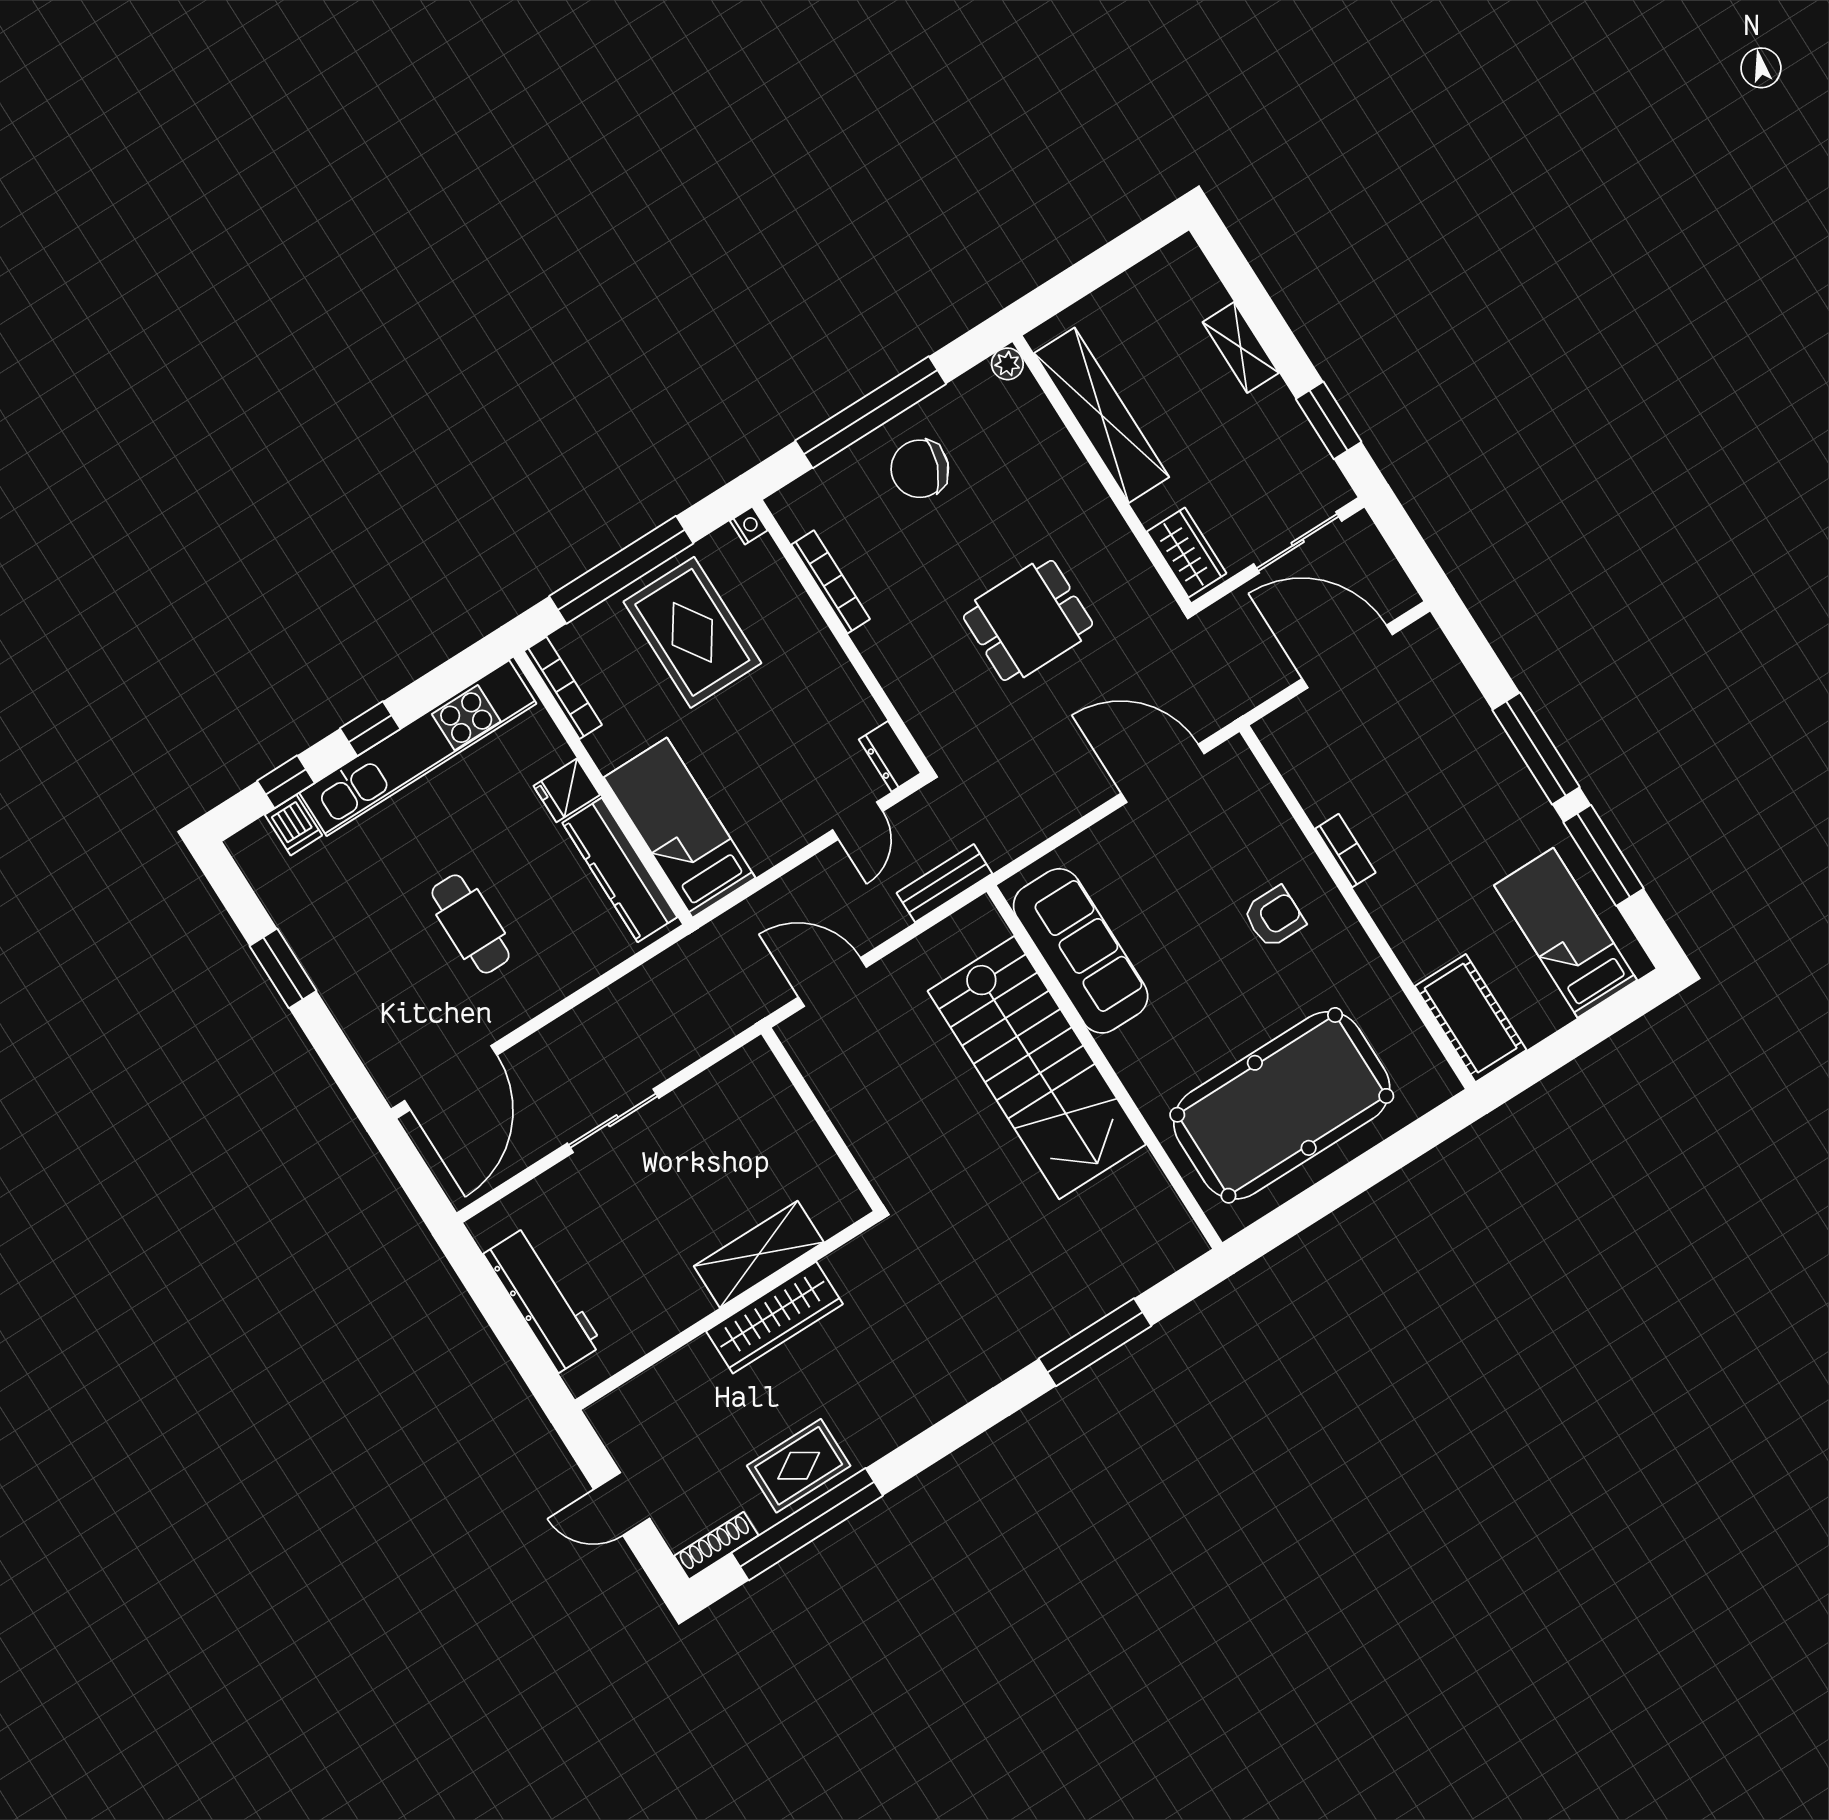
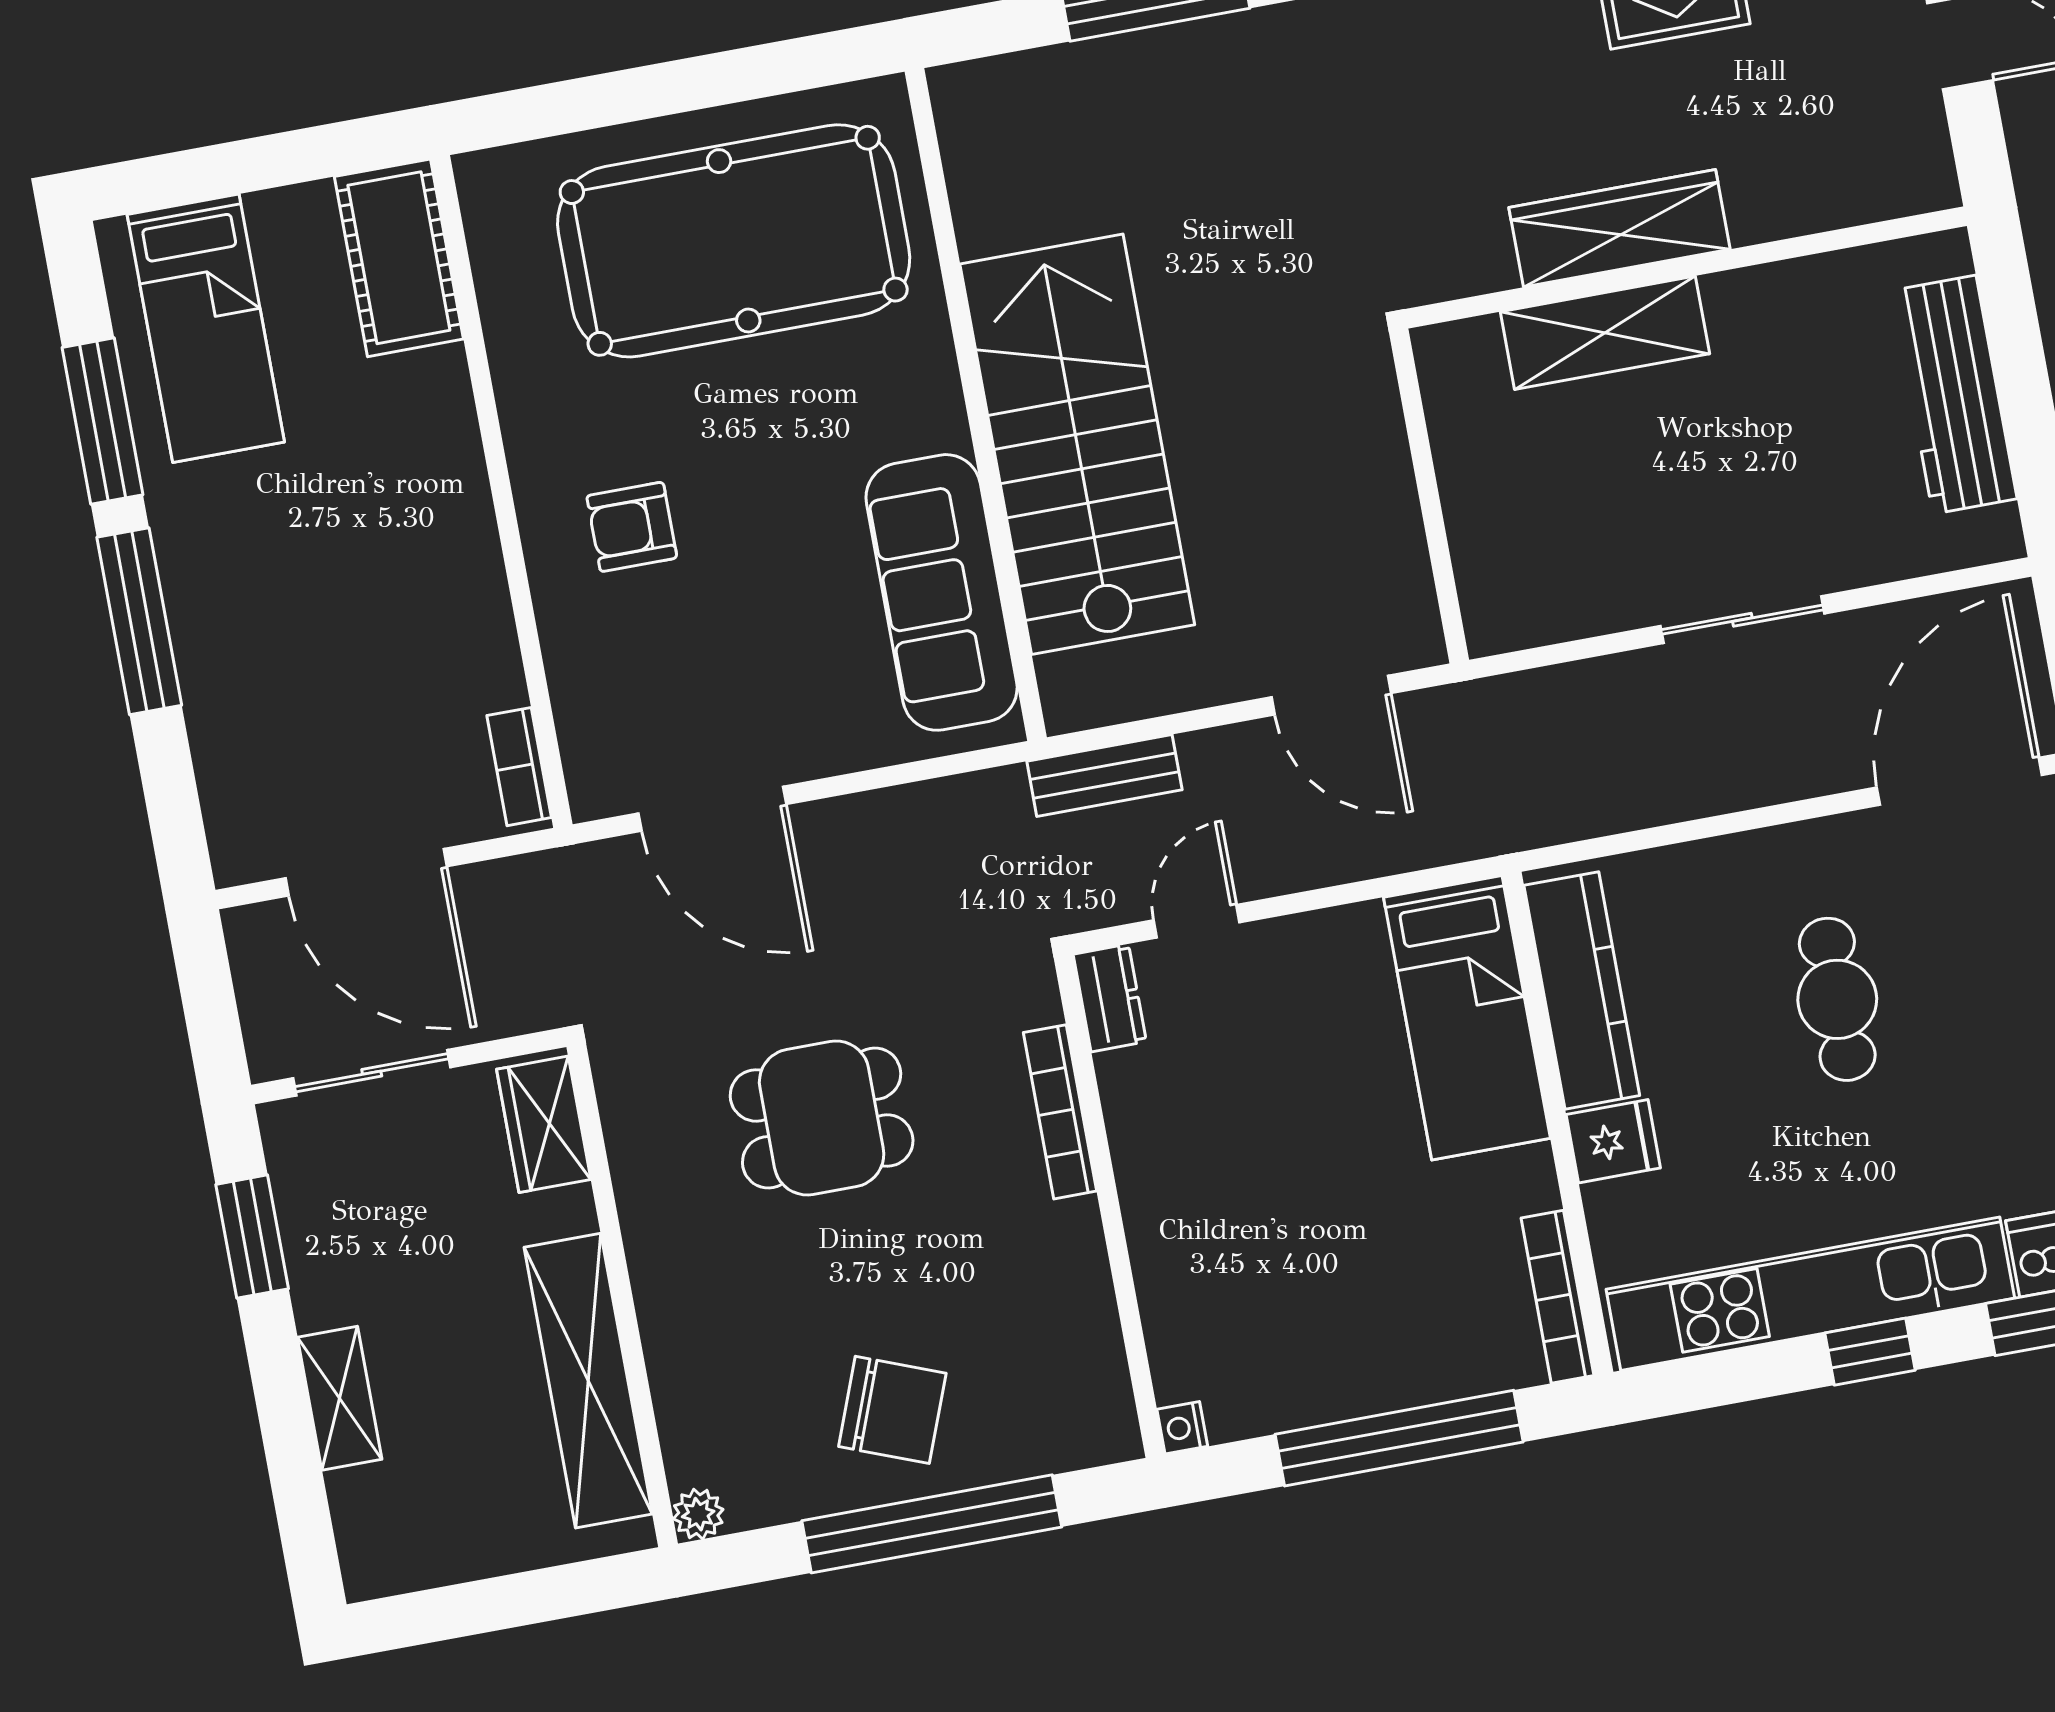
bookcase: (831, 582) -> (1060, 1112), moved
rug: (692, 632) -> (1330, 1302), removed
bookcase: (1345, 851) -> (519, 767), moved

